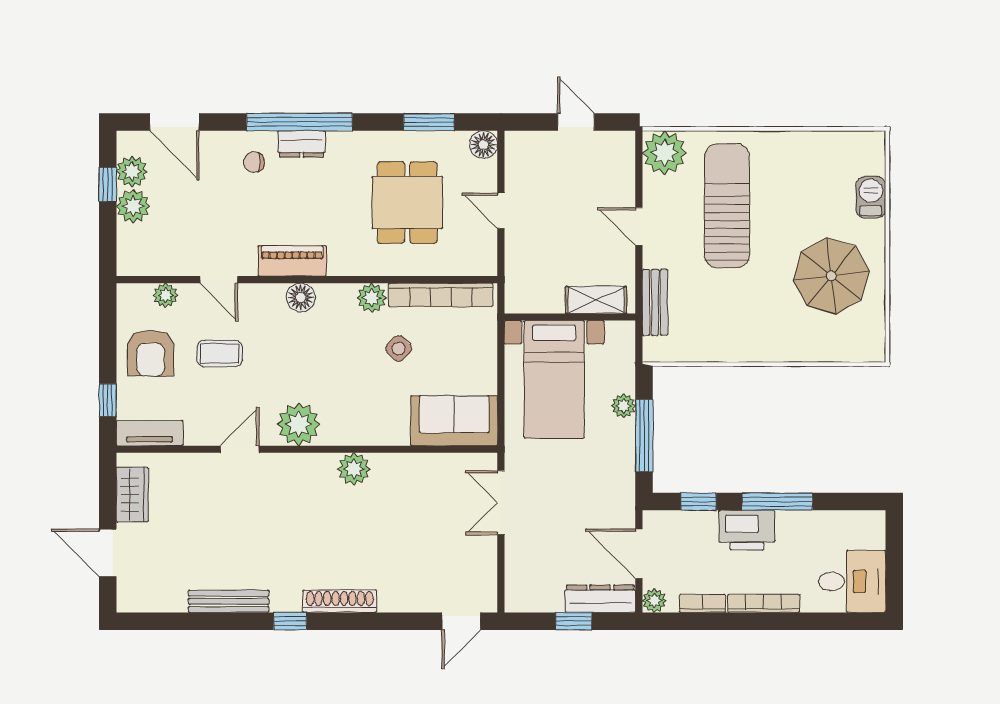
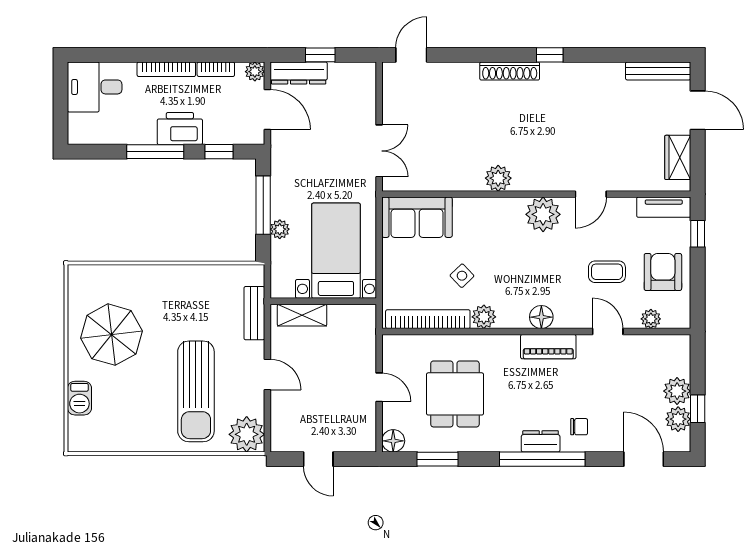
bench: (229, 601) -> (658, 71), moved

